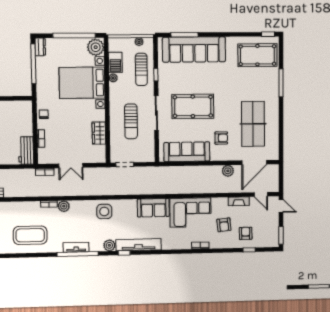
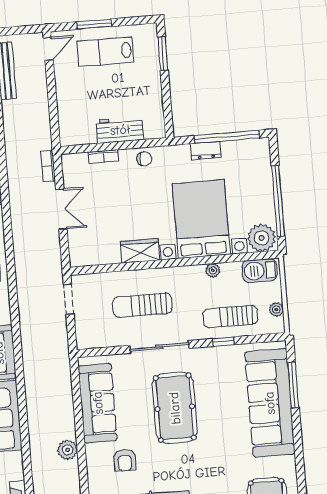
dresser: (40, 47) -> (206, 150), moved
barbecue: (115, 62) -> (260, 271), moved
wardrobe: (99, 133) -> (140, 251), moved
workbench: (26, 150) -> (120, 130), moved
double door: (71, 166) -> (61, 209), swing flipped
plant: (228, 171) -> (68, 450), moved

